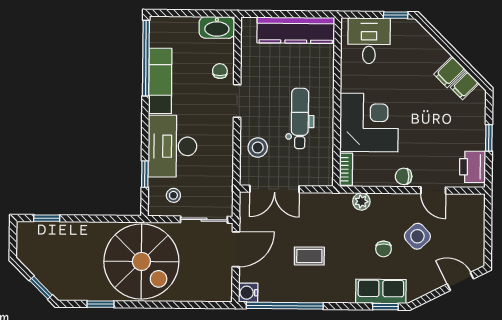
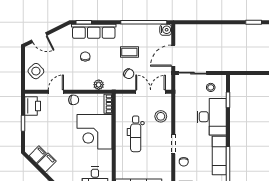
door: (433, 190) -> (56, 92), hinge flipped
chair: (311, 219) -> (129, 74), added
side table: (417, 236) -> (36, 71), moved
spiral stairs: (141, 261) -> (229, 48), removed
row of seats: (381, 291) -> (94, 31), width x1.48

